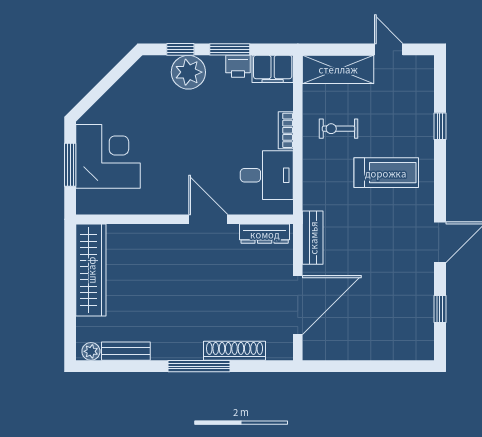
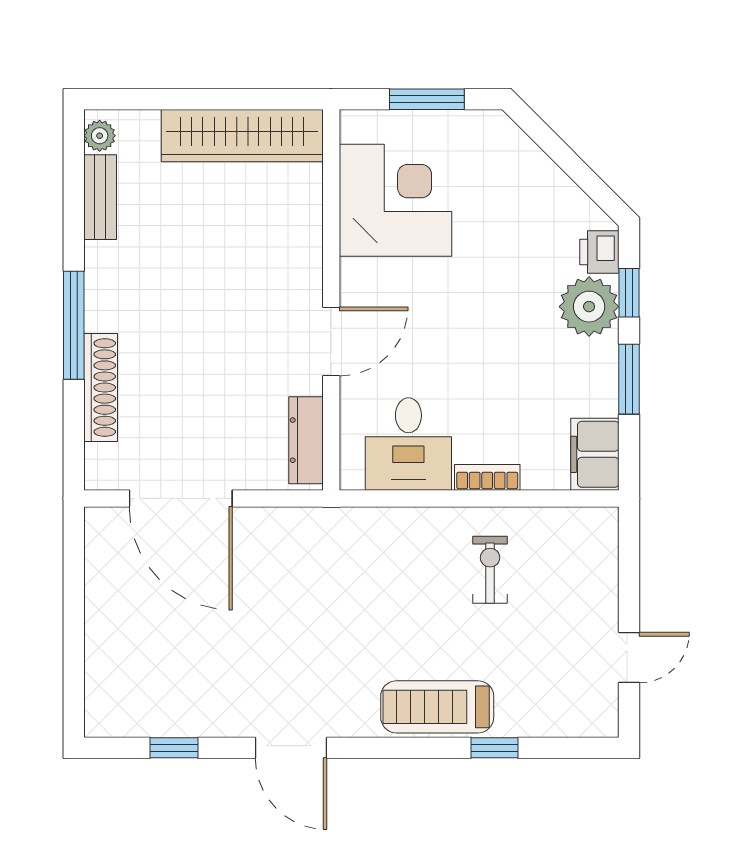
printer: (238, 66) -> (599, 252), moved
shelving: (338, 69) -> (594, 569), removed
corner desk: (108, 156) -> (395, 200), moved, turned -90
treadmill: (386, 173) -> (437, 707), moved, turned 90
bench: (313, 238) -> (299, 525), removed

